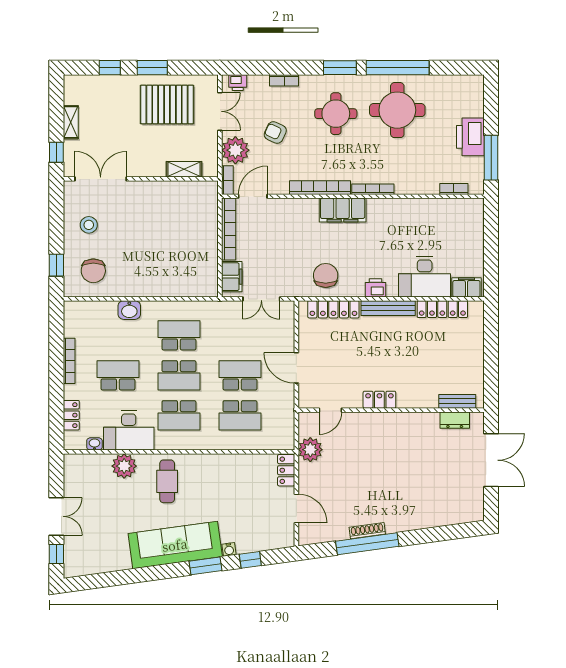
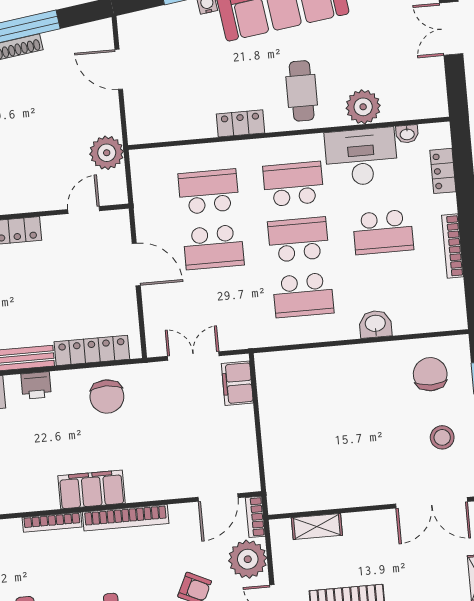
bookcase: (229, 229) -> (247, 449), removed
locker: (286, 470) -> (240, 123), moved, turned -90

